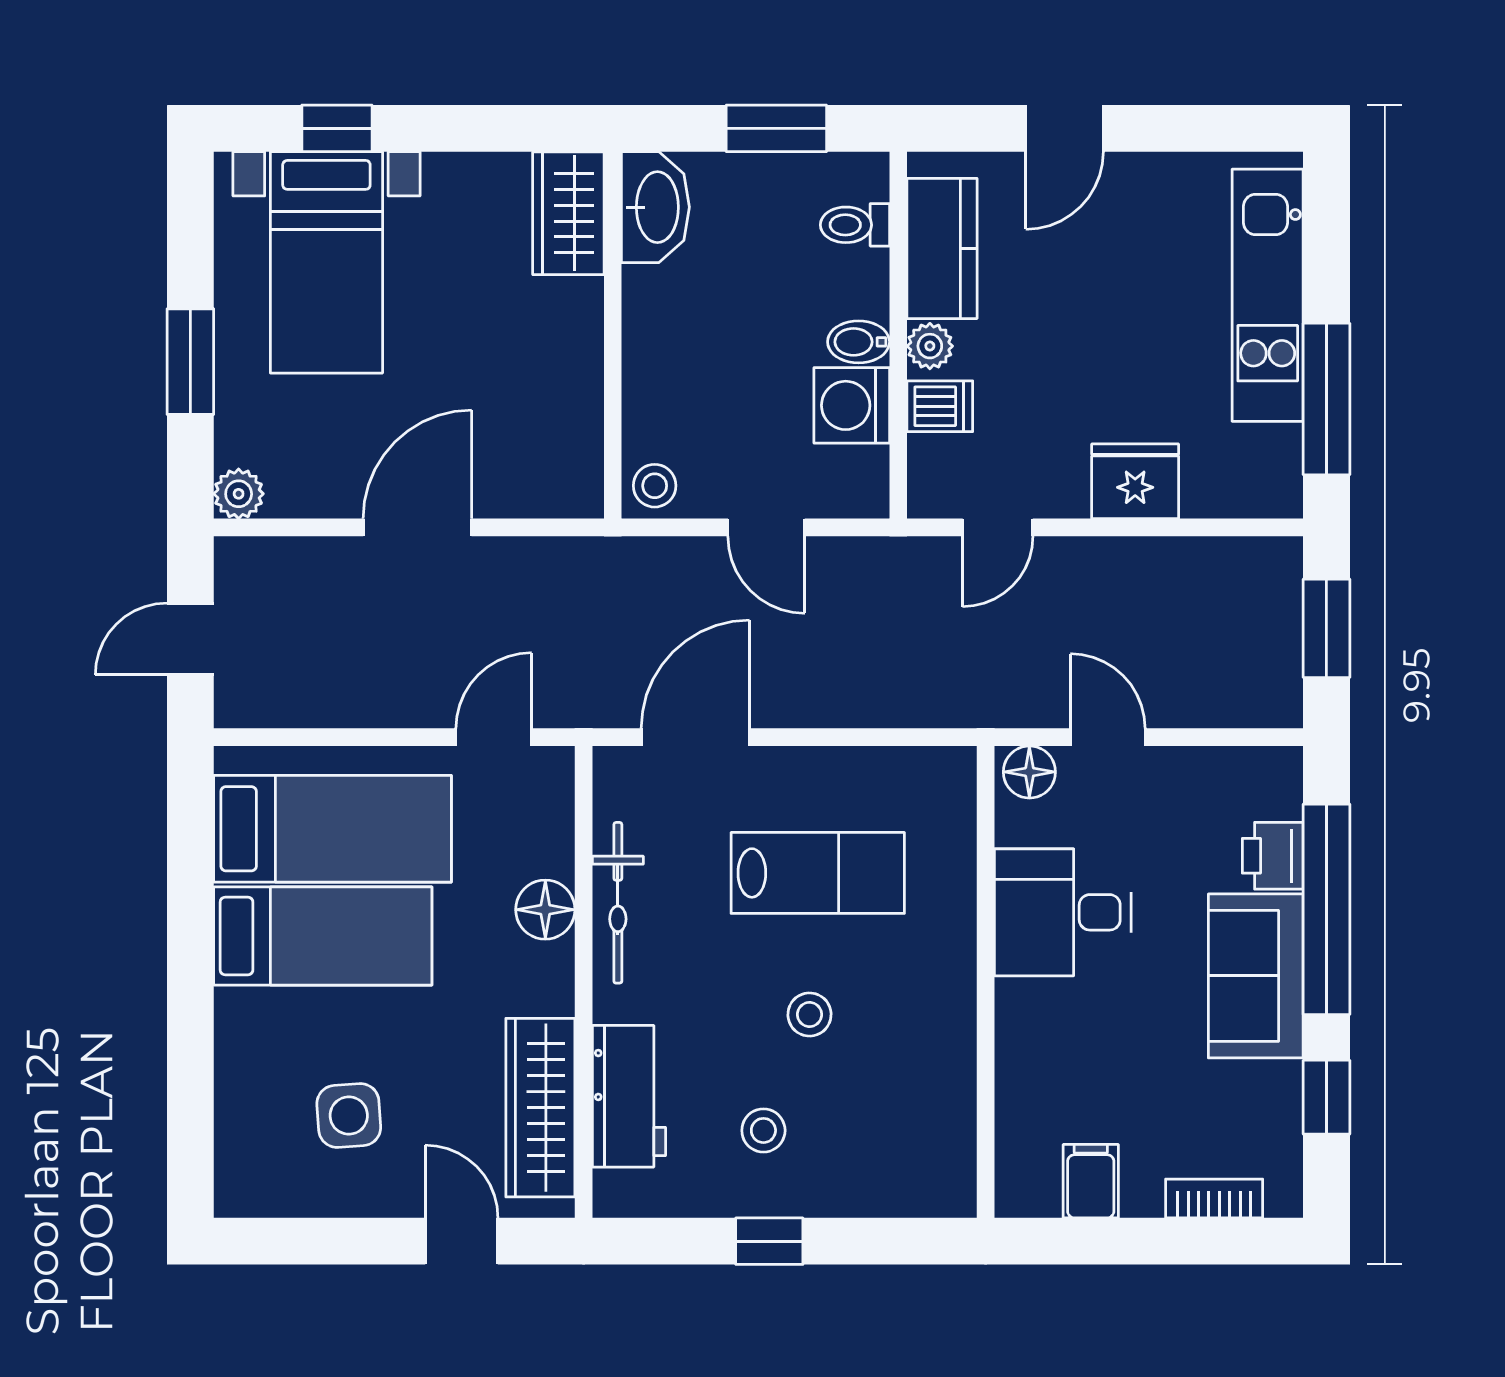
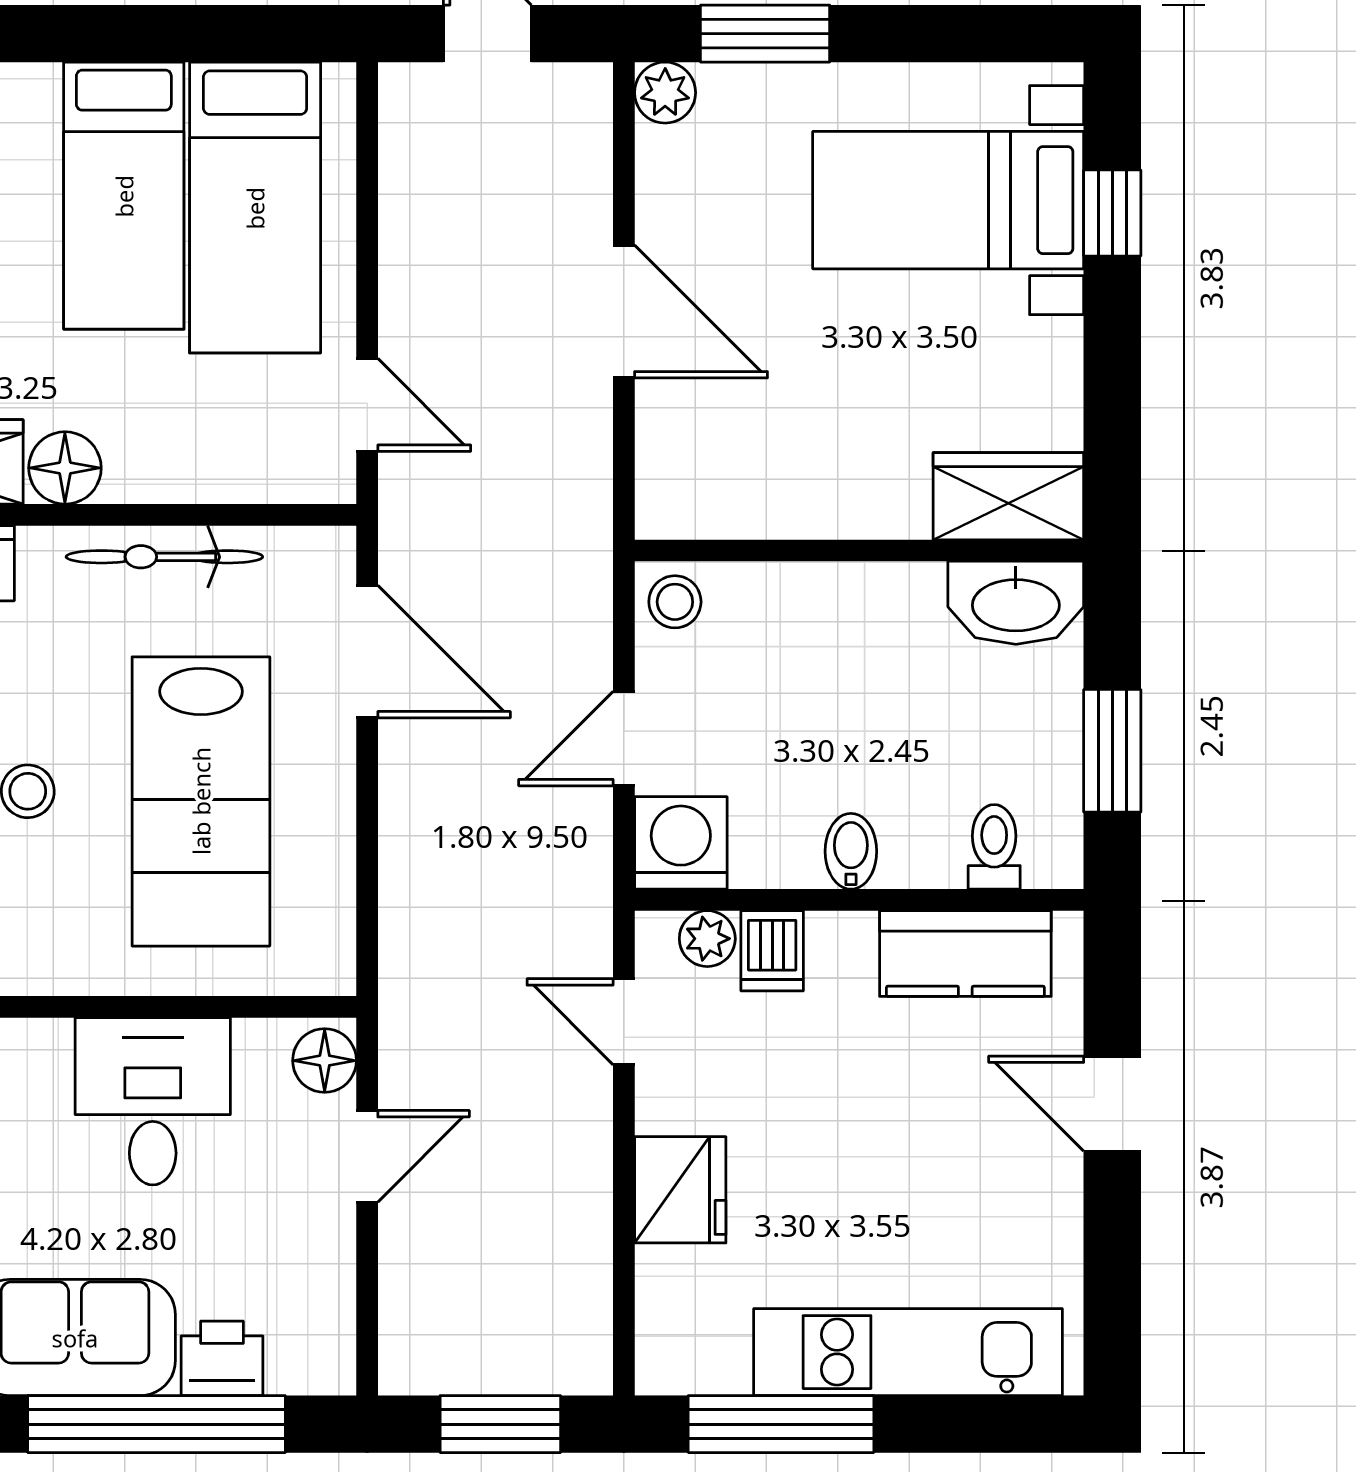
plant: (930, 346) -> (707, 939), moved
window: (190, 362) -> (765, 34), moved
washing machine: (852, 405) -> (681, 843), moved
lab bench: (818, 873) -> (201, 801), width x1.36, depth x1.39
floor lamp: (545, 910) -> (65, 468), moved

